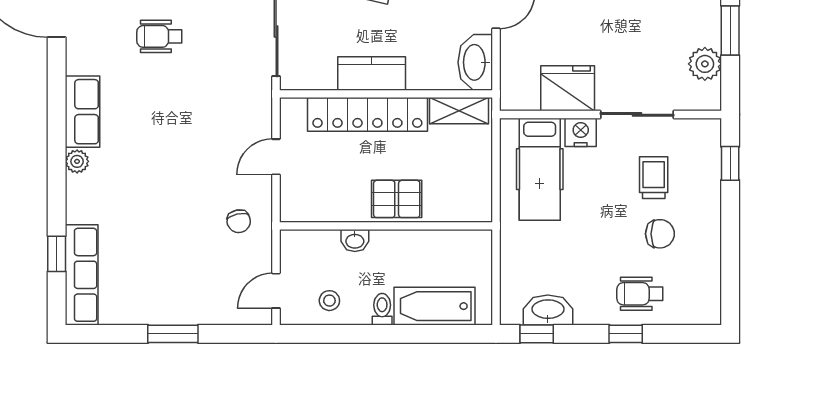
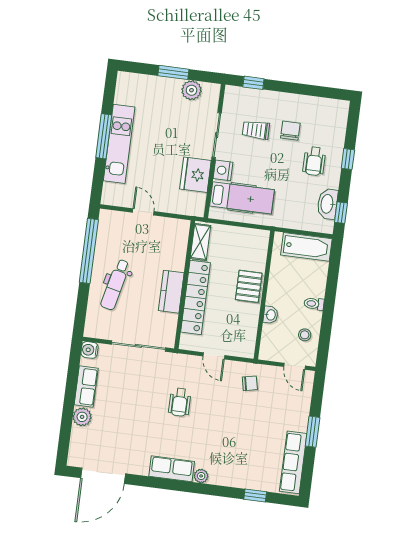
wheelchair: (159, 36) -> (180, 402), moved
washbasin: (475, 62) -> (173, 228), removed
row of seats: (82, 275) -> (293, 462), moved, turned -90
wheelchair: (640, 294) -> (314, 161), moved
bathtub: (435, 306) -> (306, 247), moved, turned -90

